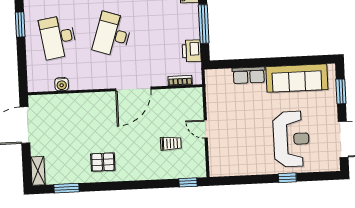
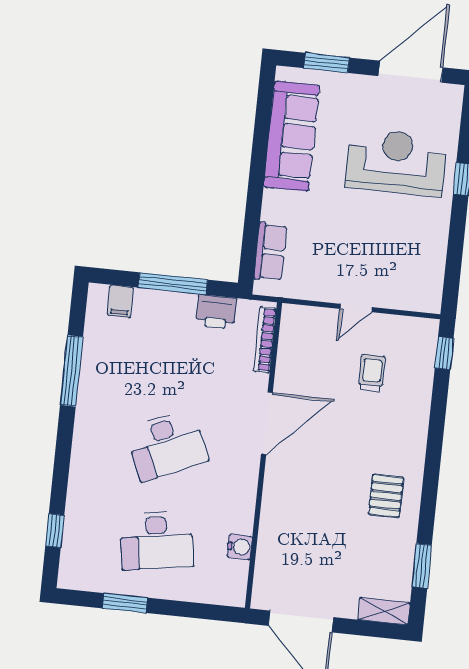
desk: (112, 34) -> (167, 445), turned -42
row of seats: (249, 75) -> (270, 252), moved
bookcase: (180, 80) -> (265, 340), width x1.56
door: (133, 89) -> (267, 423), hinge flipped

